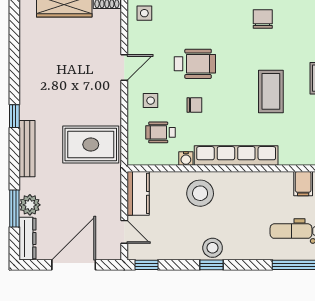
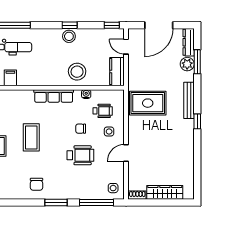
wheelchair: (195, 64) -> (80, 155), turned 180
row of seats: (236, 156) -> (54, 96), width x0.73

